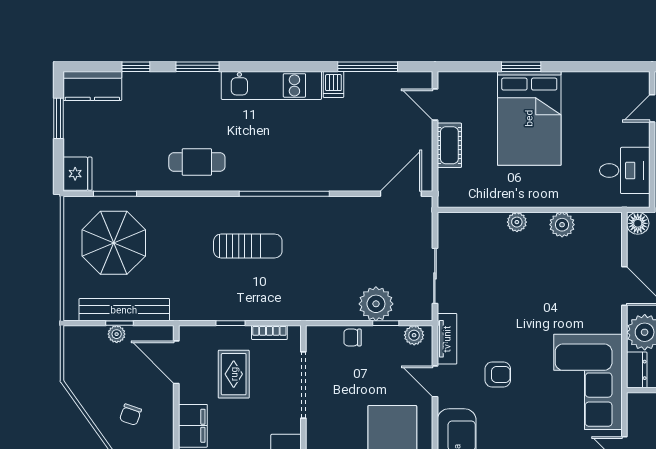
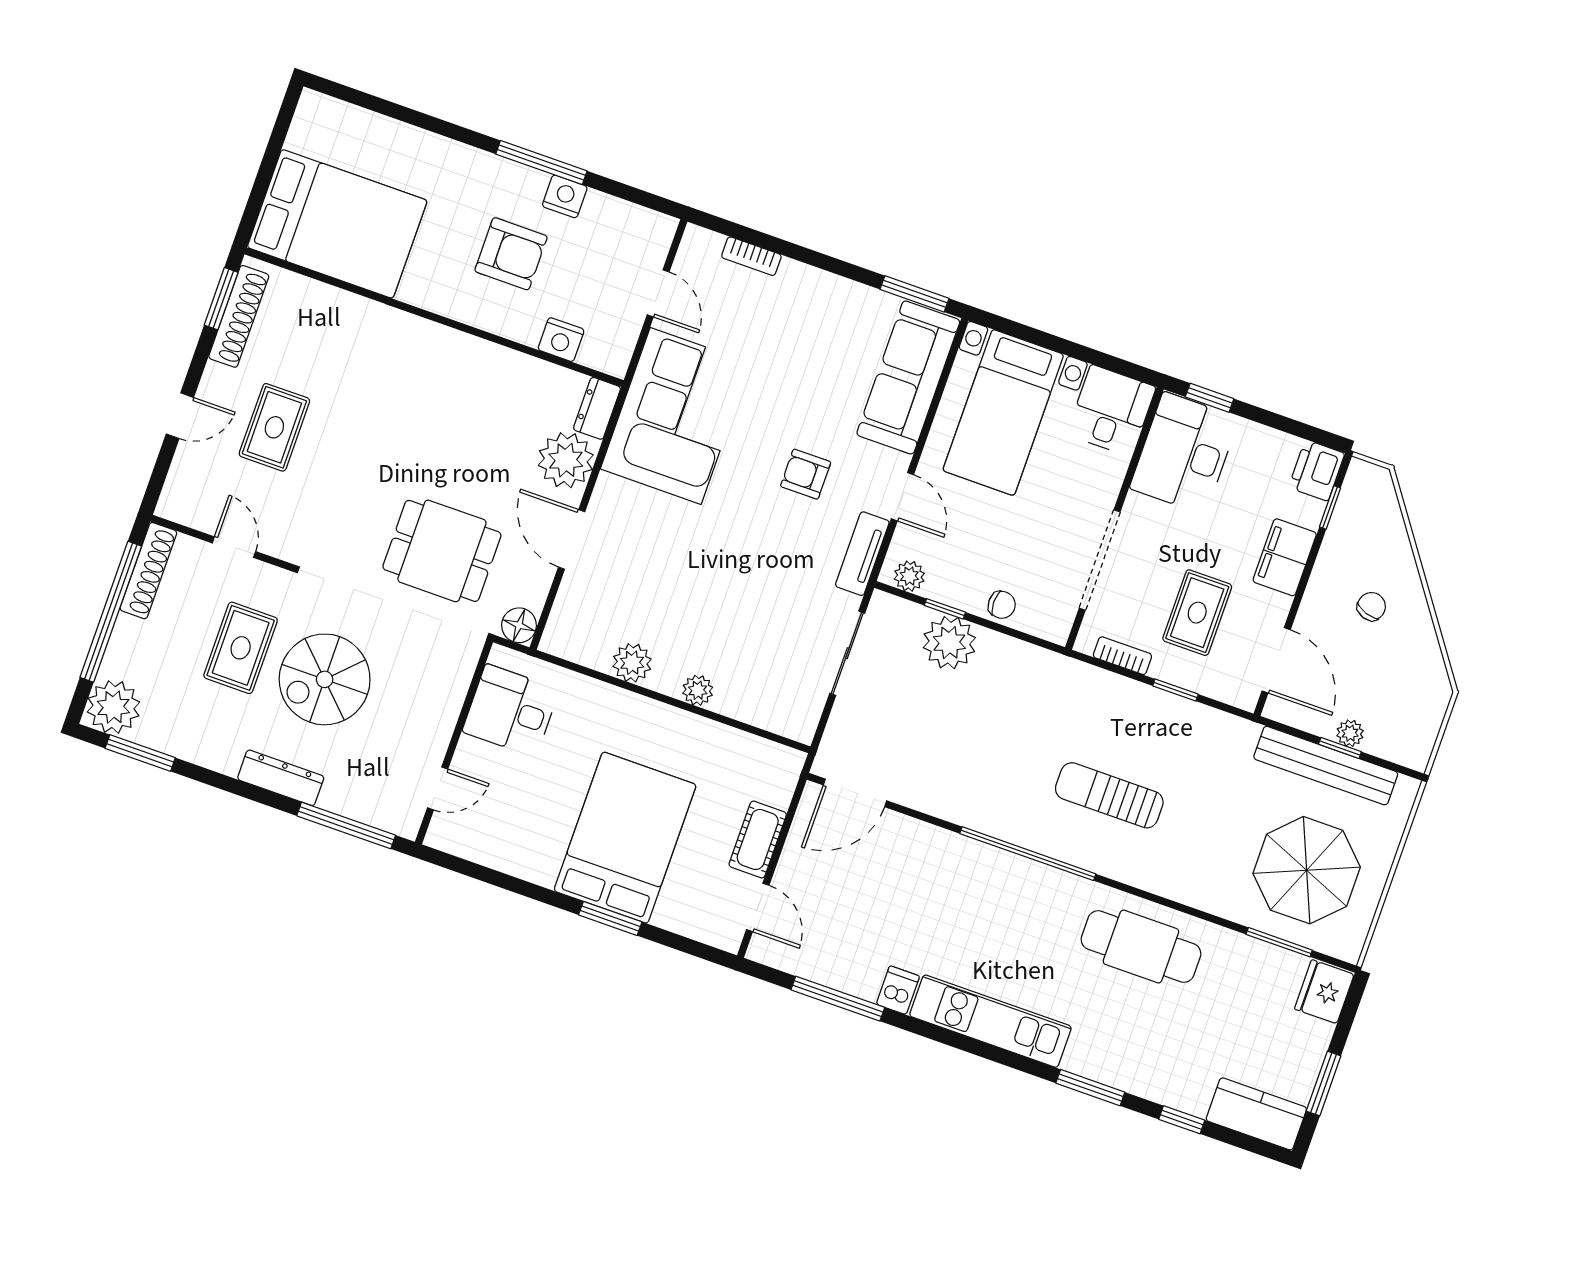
cafe table: (197, 162) -> (1141, 947), width x1.37, depth x1.35

